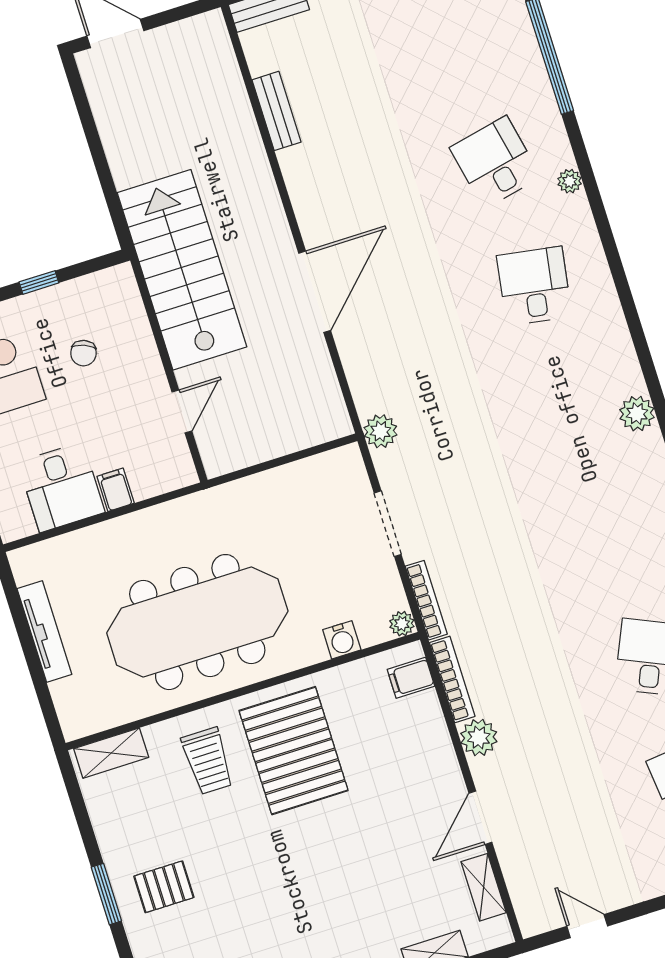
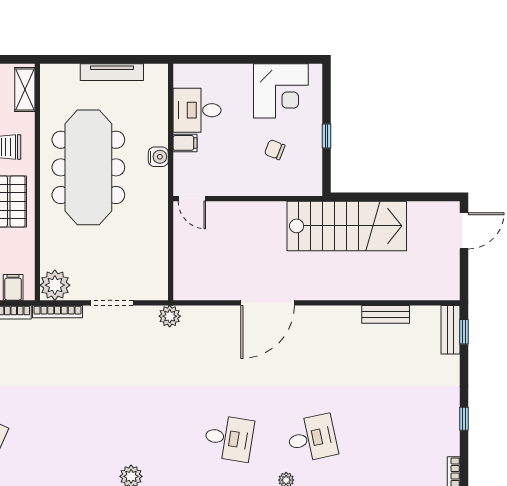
stairs: (182, 270) -> (347, 226), moved
door: (315, 292) -> (268, 303), hinge flipped
door: (182, 411) -> (192, 199), moved
plant: (402, 624) -> (55, 285), width x1.88, depth x1.88
water cooler: (342, 640) -> (158, 157), moved, turned 180

